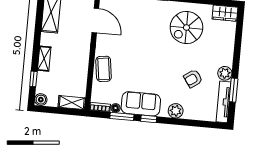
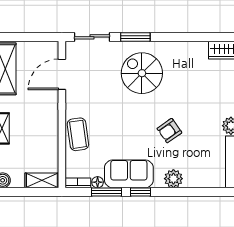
door: (95, 20) -> (62, 74), swing flipped
spiral stairs: (186, 28) -> (142, 73), moved, turned 90
armchair: (193, 79) -> (169, 131), moved

